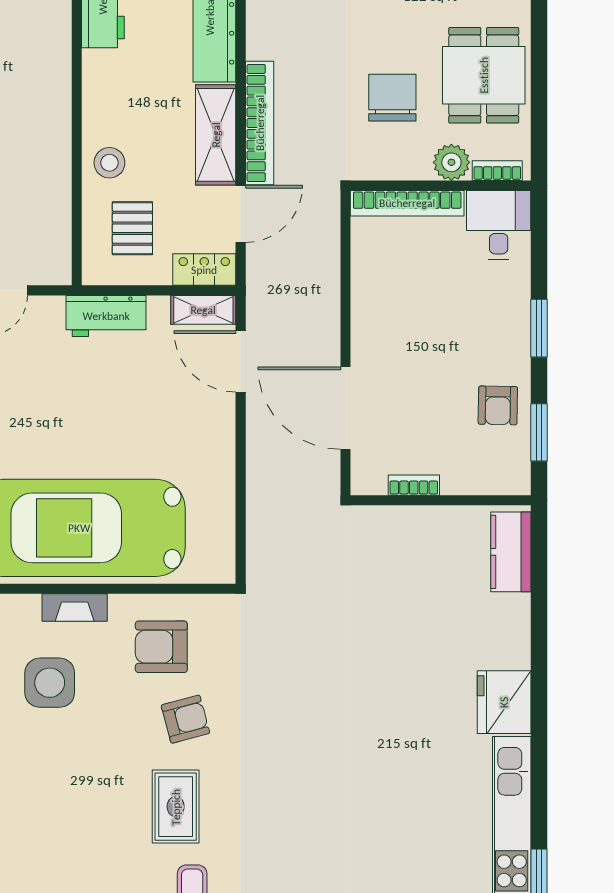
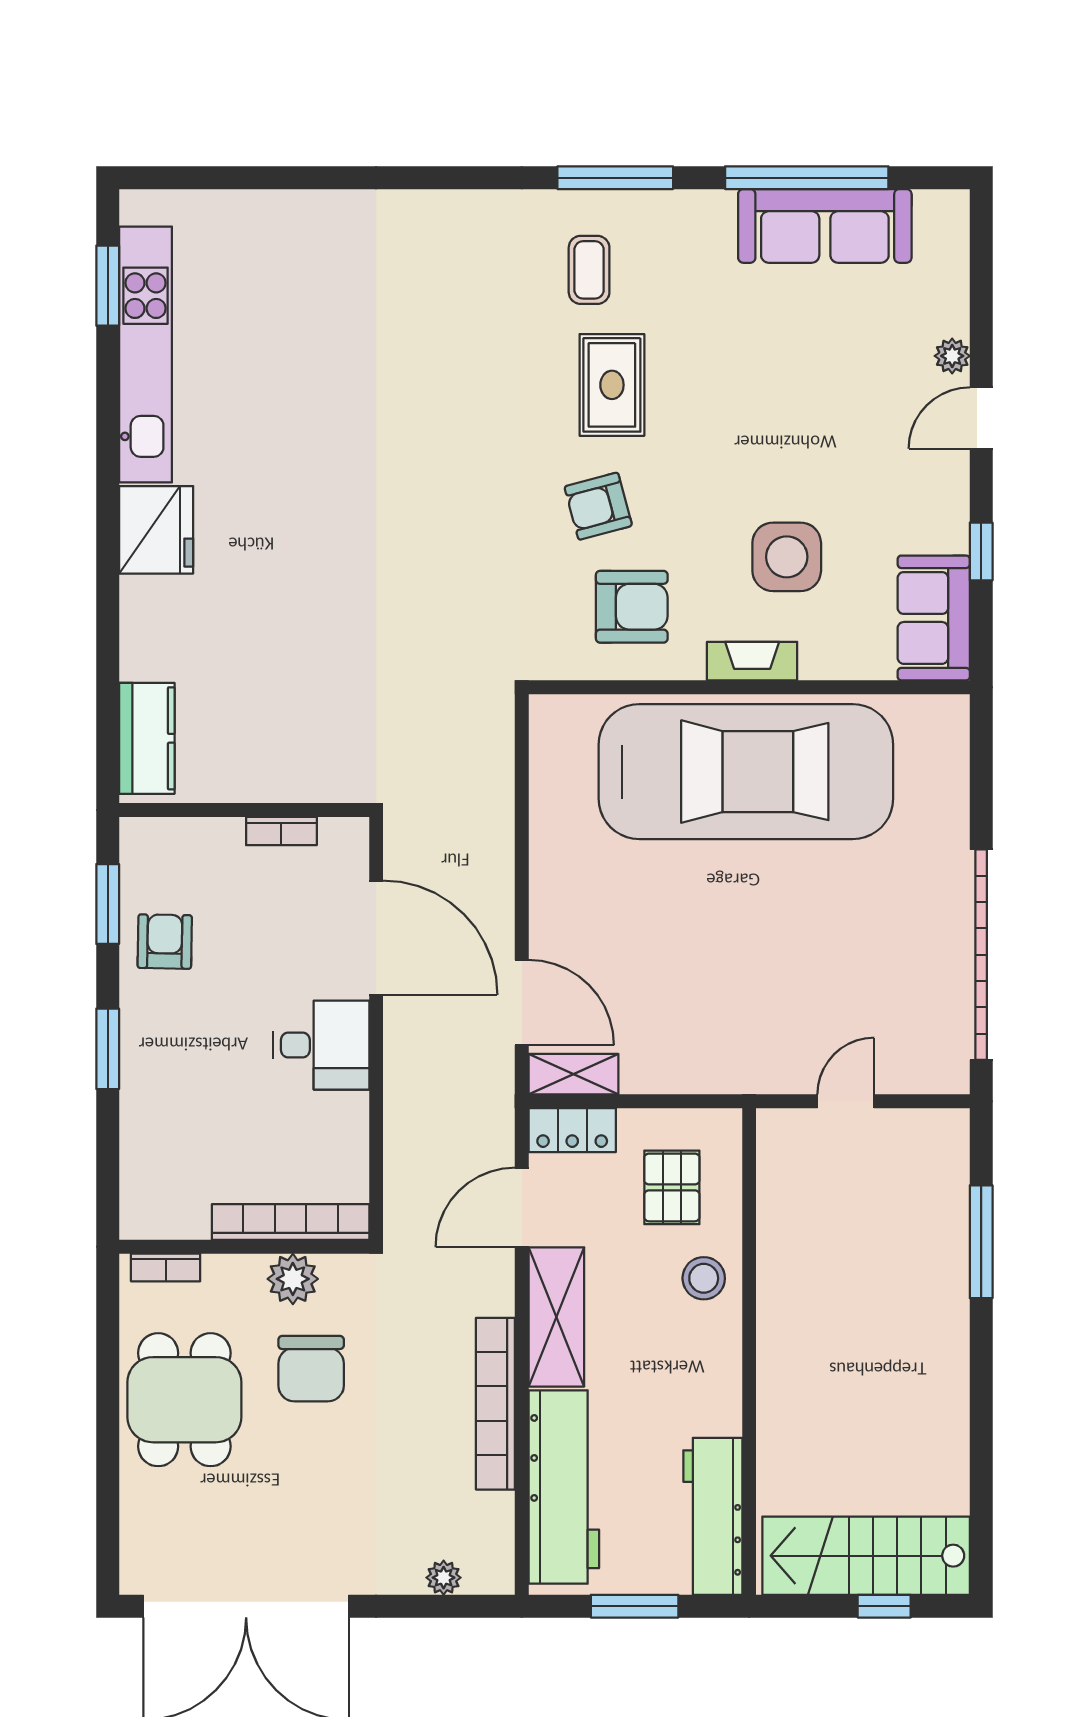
bookcase: (260, 123) -> (495, 1404), moved
plant: (451, 162) -> (293, 1279), moved
desk: (499, 225) -> (321, 1045), moved, turned -90
workbench: (106, 316) -> (709, 1066), removed

